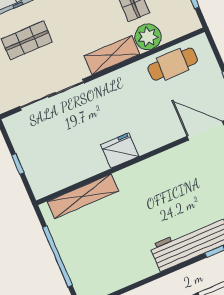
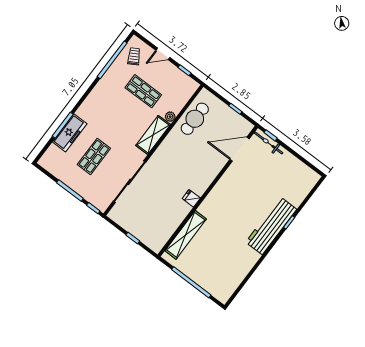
plant: (148, 37) -> (170, 117), width x0.53, depth x0.53
fridge: (120, 151) -> (191, 198), width x0.53, depth x0.75

